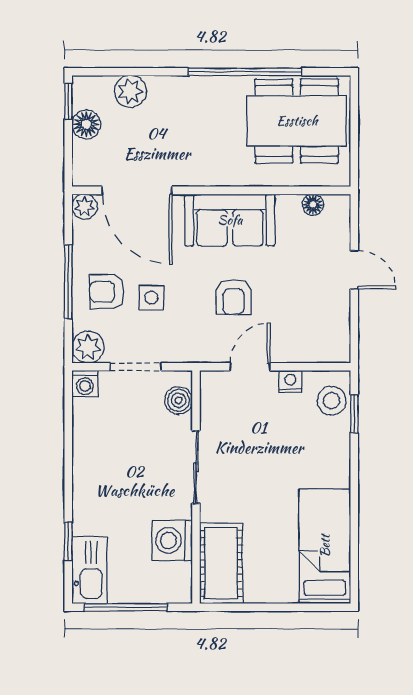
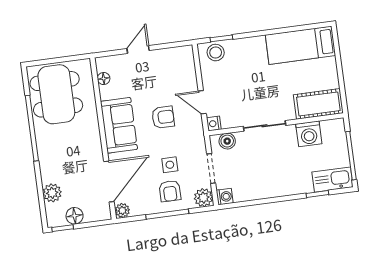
nightstand: (290, 382) -> (214, 124), moved

